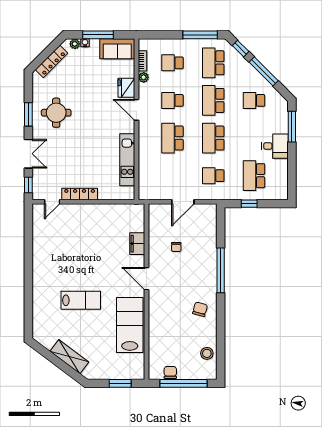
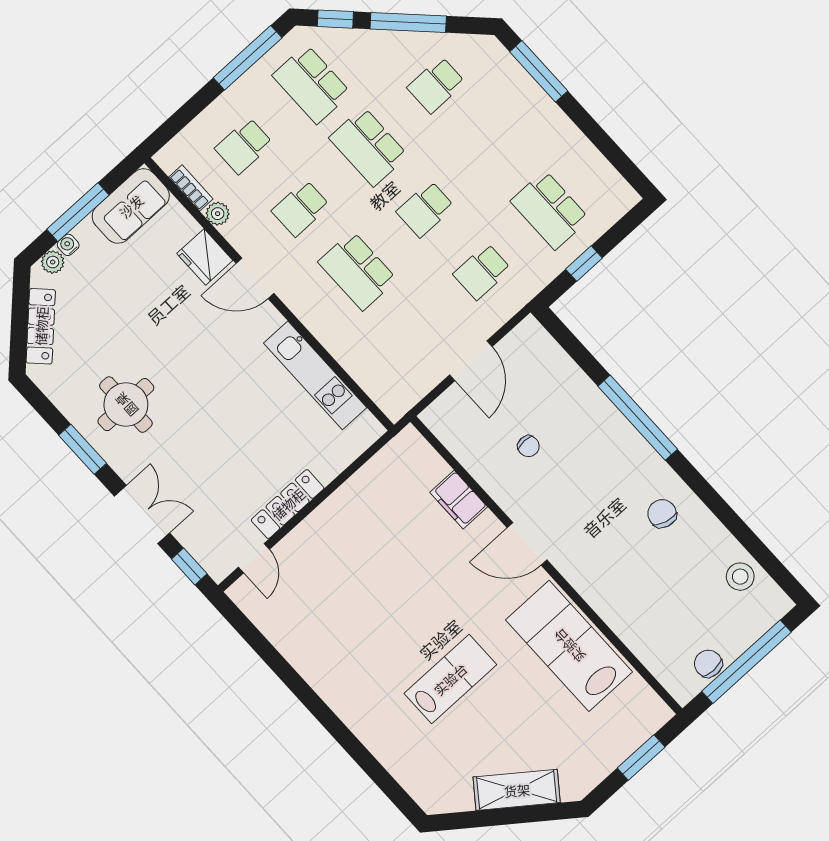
school desk: (213, 138) -> (425, 209), width x0.54
desk: (275, 146) -> (540, 129), removed

